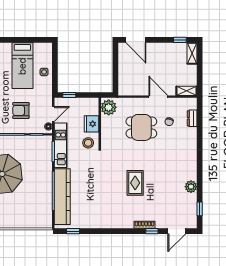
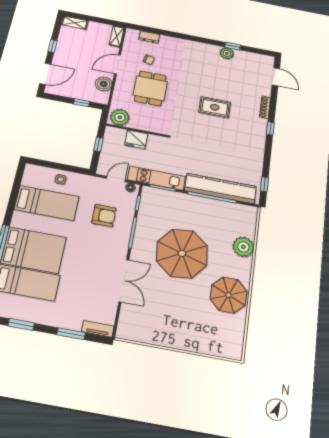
window: (180, 40) -> (52, 46), moved
window: (115, 74) -> (82, 103), added
boiler: (137, 89) -> (104, 84), added
window: (69, 95) -> (98, 144), moved
armchair: (21, 110) -> (104, 216), turned -90
door: (53, 114) -> (116, 179), hinge flipped
stool: (88, 143) -> (159, 147), removed
window: (200, 209) -> (233, 46), moved
plant: (17, 220) -> (243, 247), added
window: (152, 231) -> (270, 128), moved

